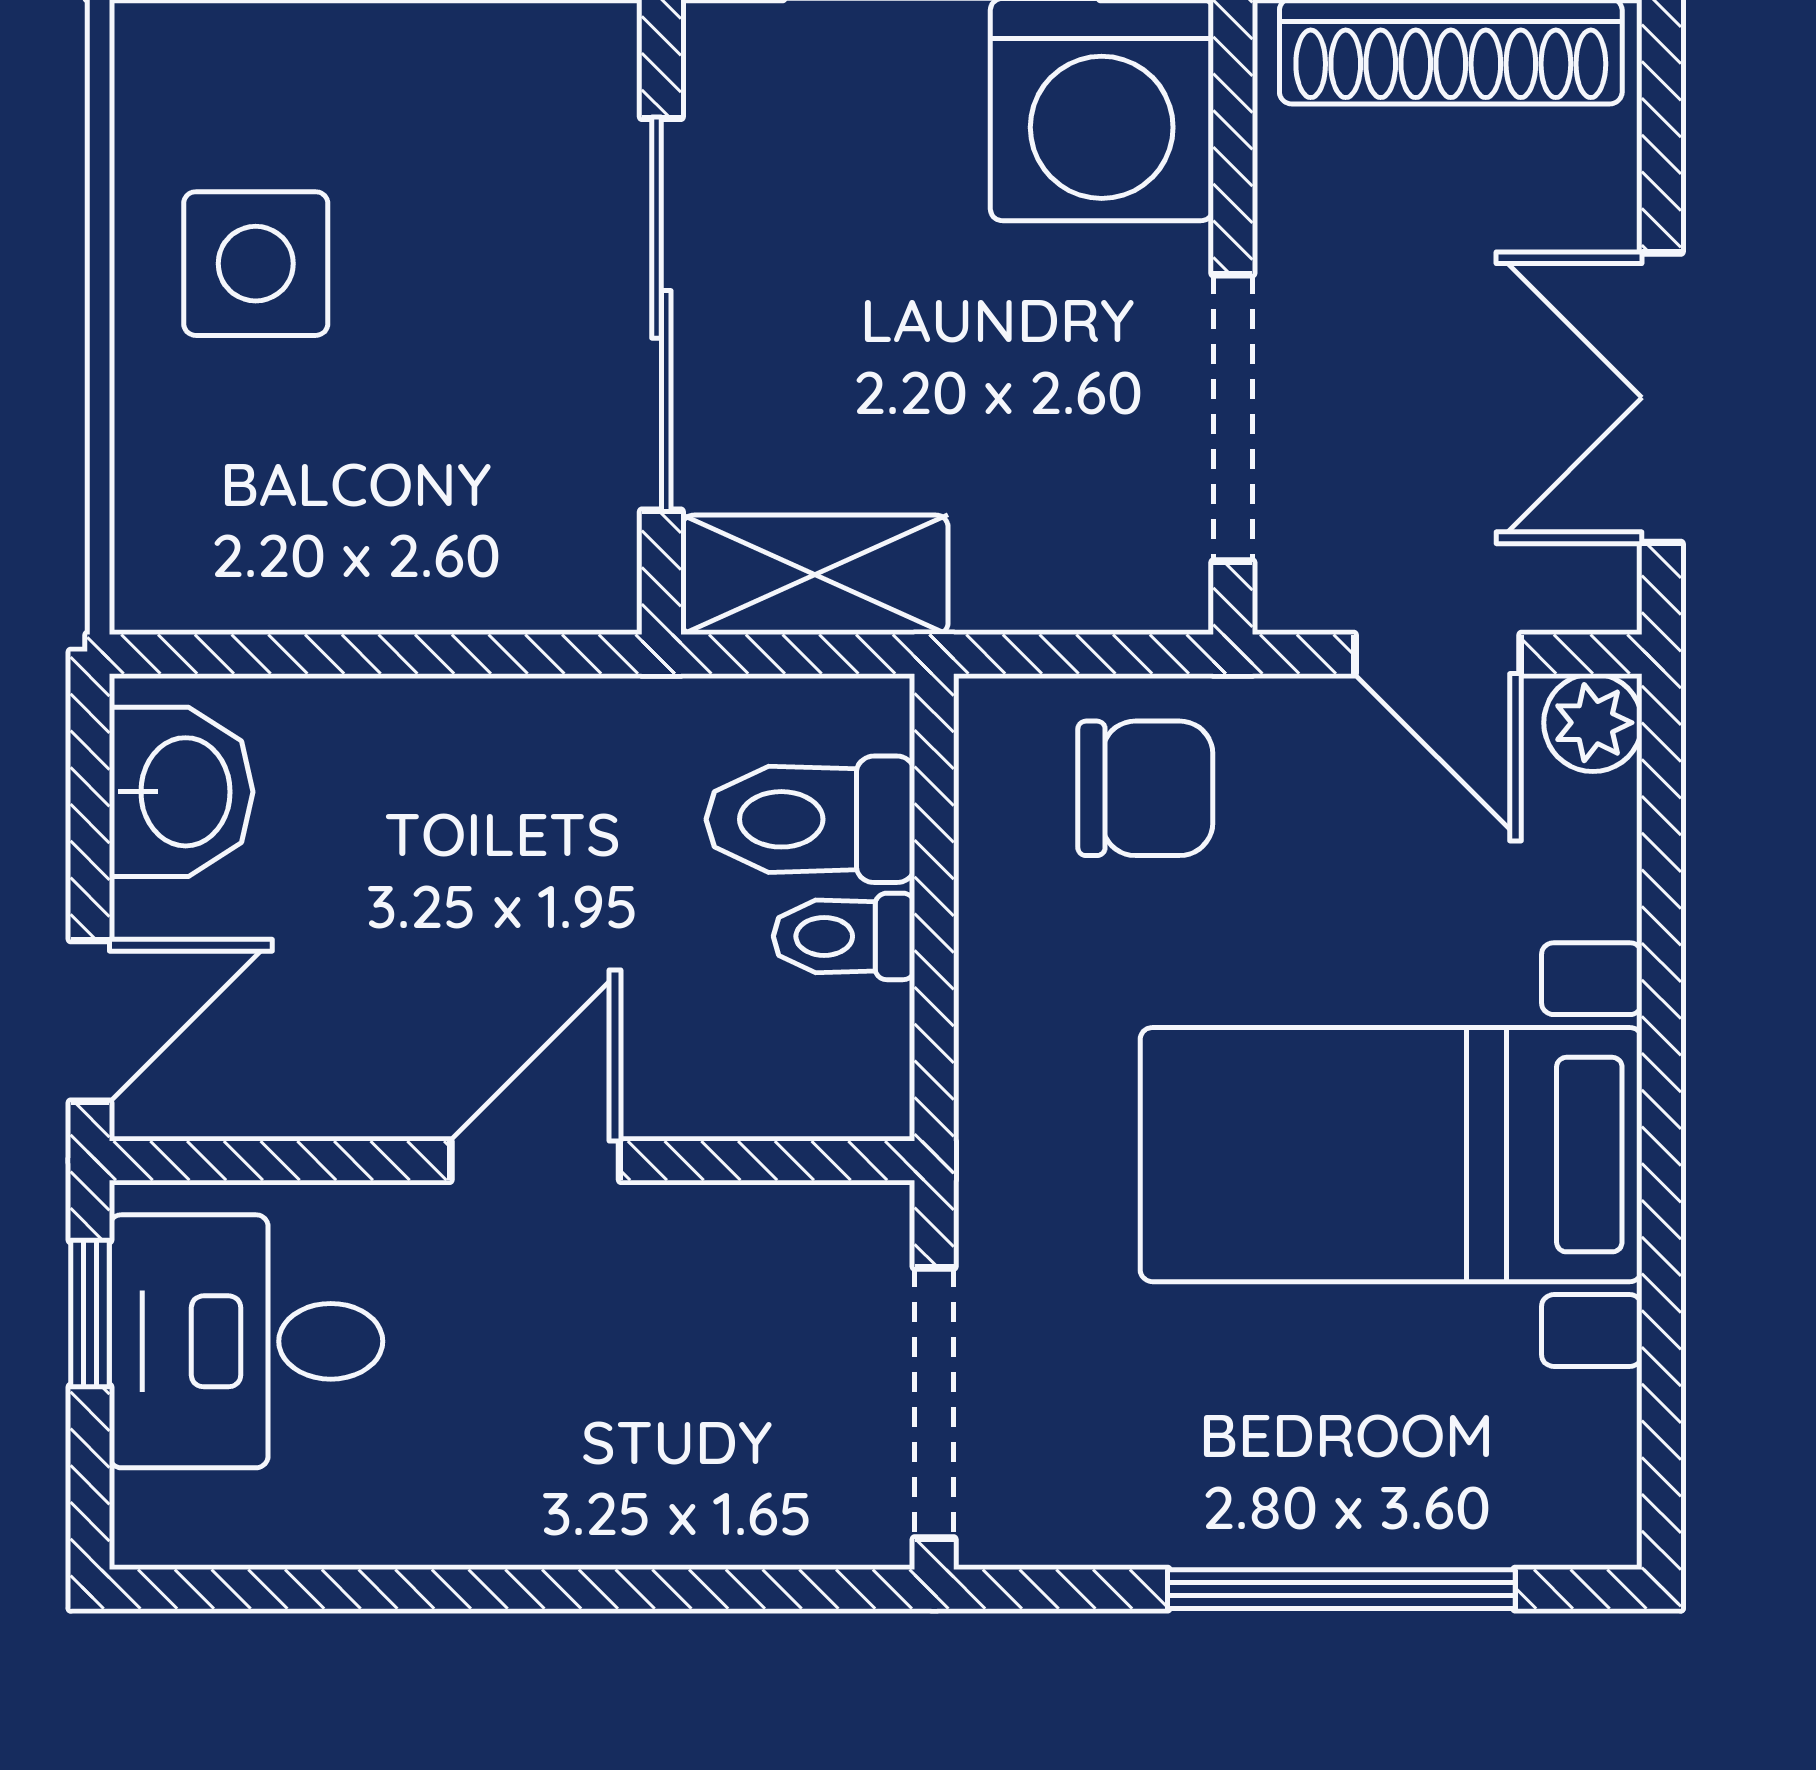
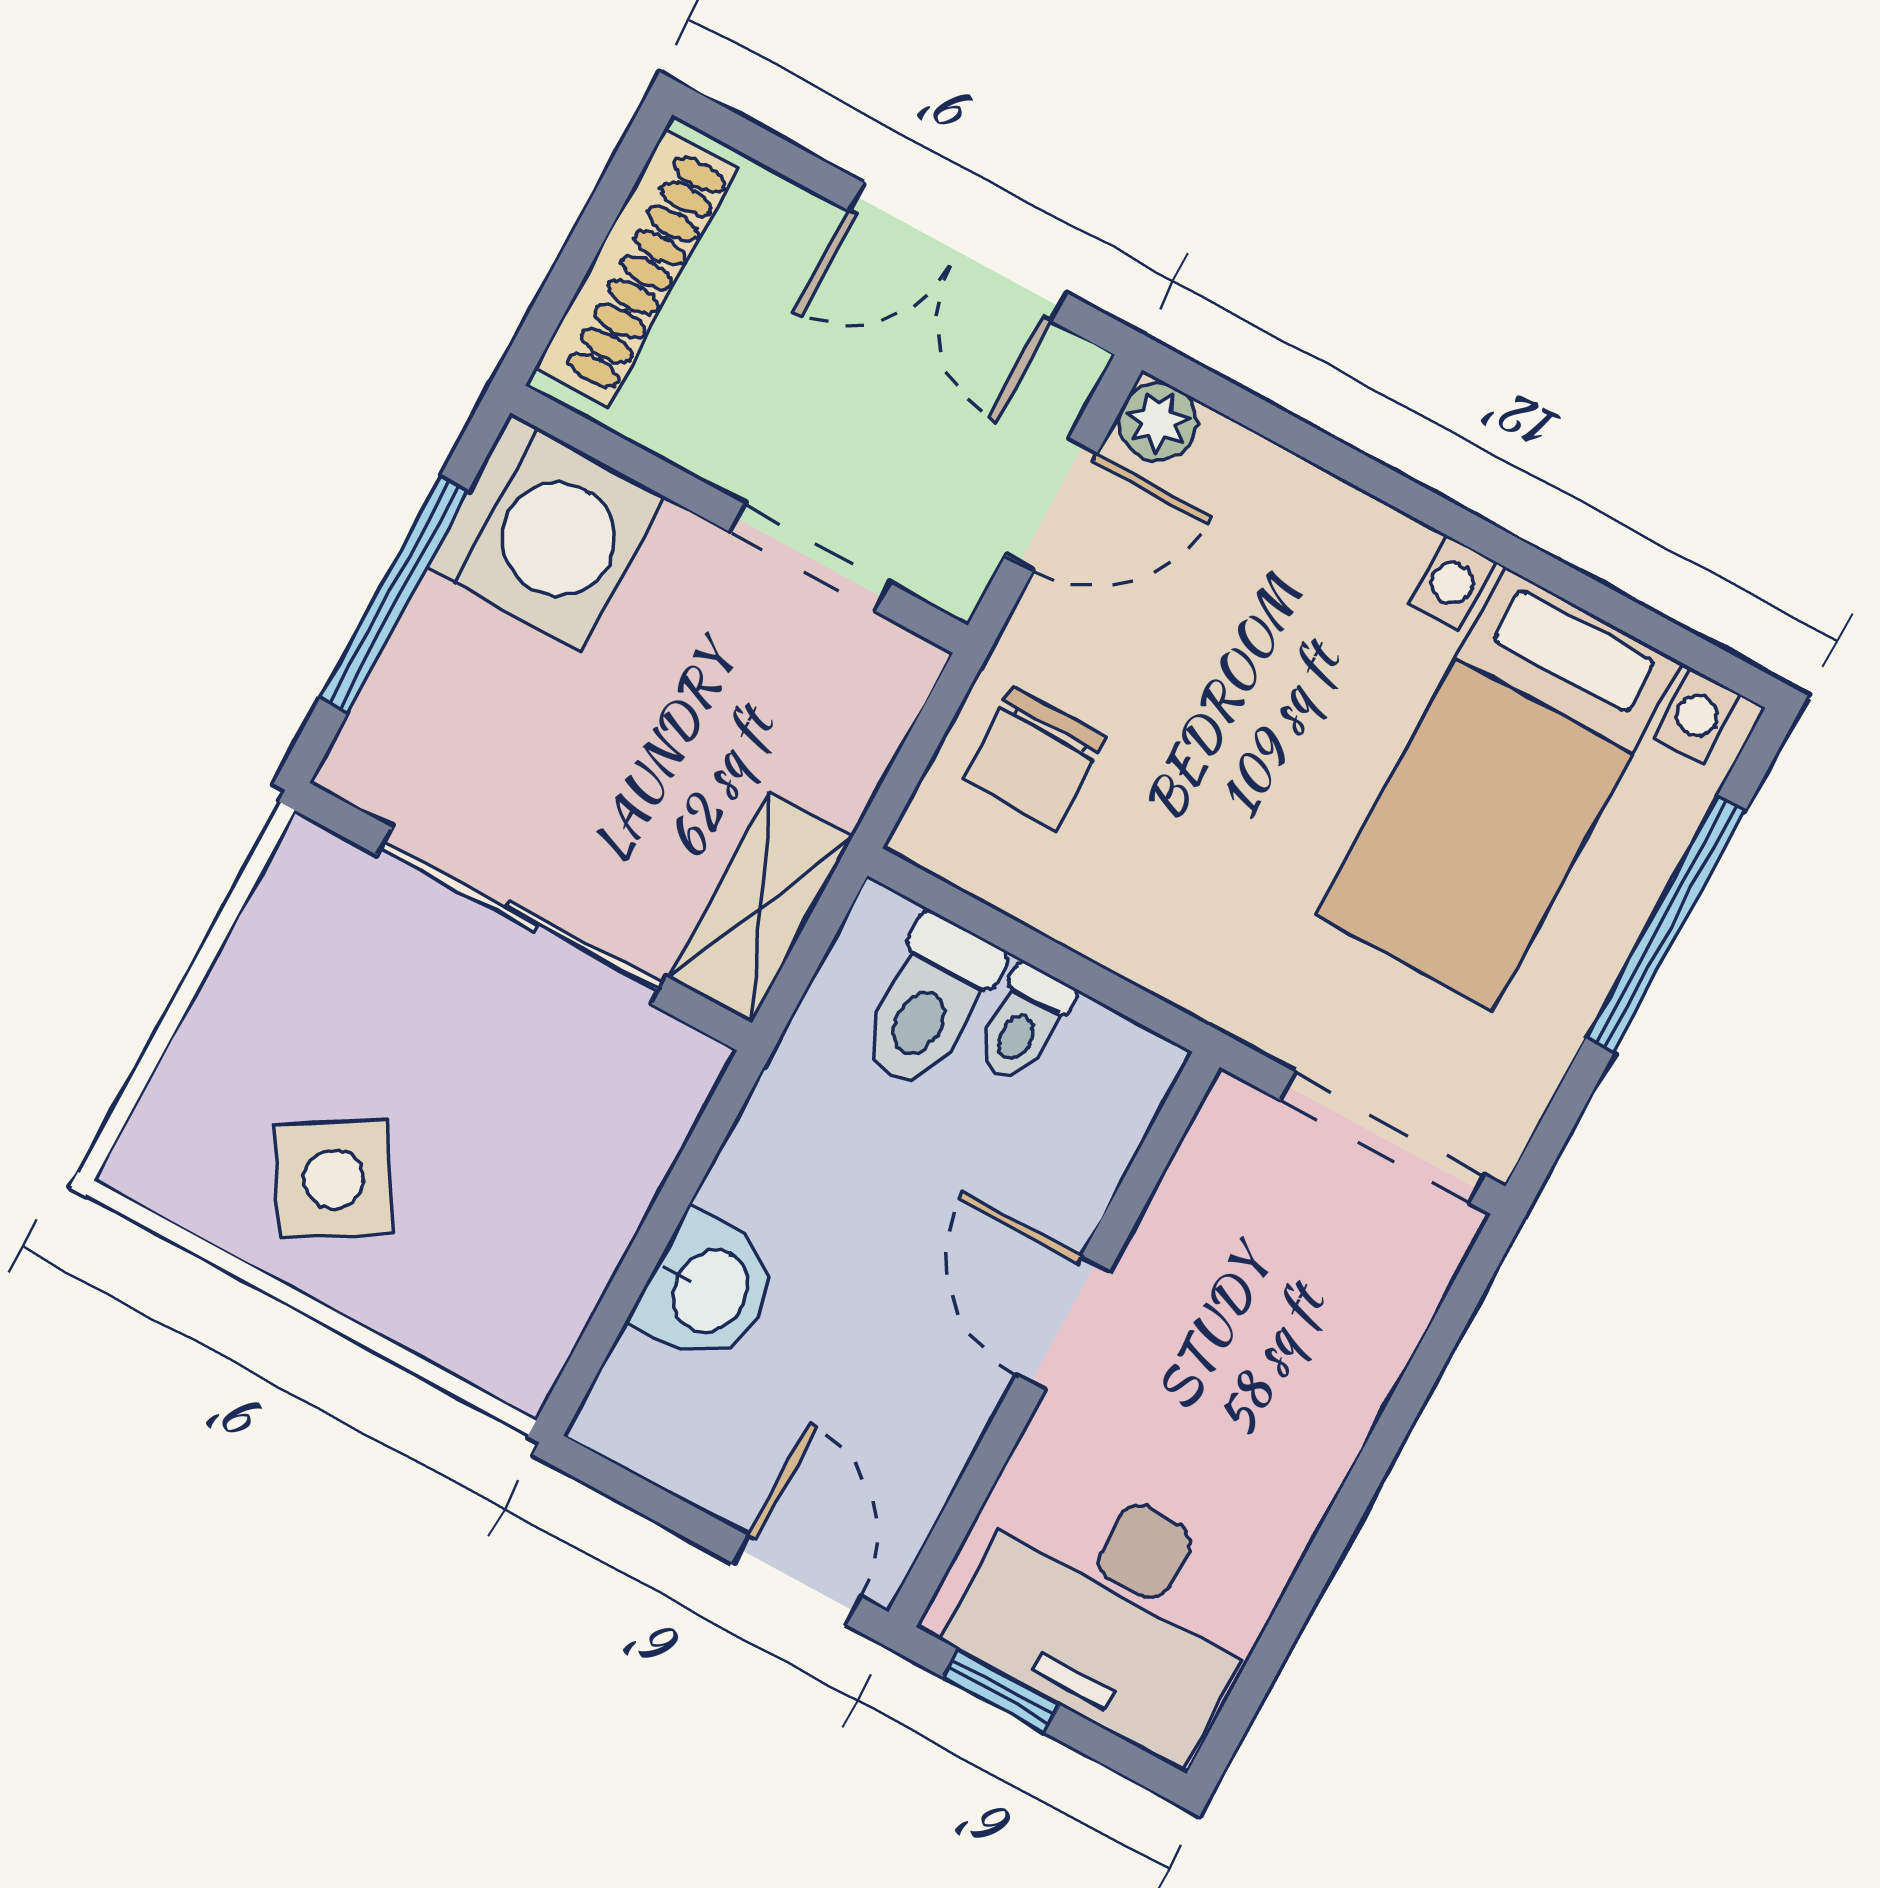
side table: (256, 264) -> (333, 1179), turned -31
doorway: (1233, 418) -> (810, 557), width x0.73
chair: (1145, 788) -> (1034, 758), turned 180
washbasin: (181, 792) -> (707, 1289), moved, turned 90
bed with nightstands: (1391, 1155) -> (1499, 789), moved
desk: (246, 1341) -> (1112, 1611), width x1.37

